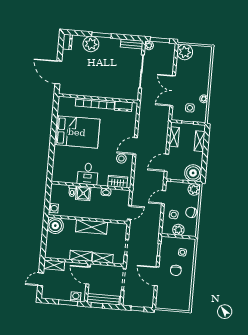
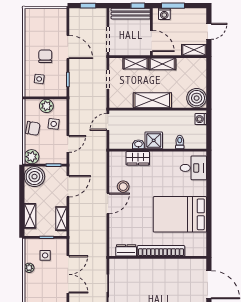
desk: (88, 174) -> (193, 168), moved, turned 90
wardrobe: (118, 182) -> (138, 158), moved
shower: (83, 193) -> (154, 140), moved

